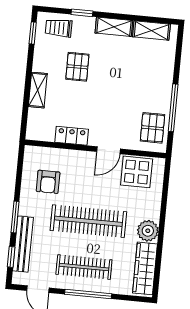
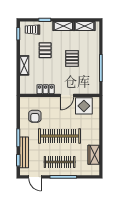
pallet: (152, 128) -> (72, 59), moved
plant: (148, 231) -> (93, 138), removed
wardrobe: (145, 268) -> (94, 155), width x0.67

